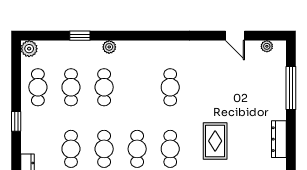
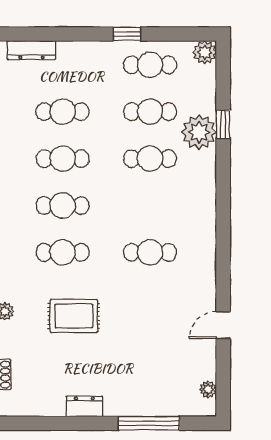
door: (235, 36) -> (223, 325), moved
plant: (109, 47) -> (199, 132), moved, width x1.88, depth x1.88
window: (16, 121) -> (127, 34), moved
dresser: (279, 139) -> (84, 406), width x0.70

